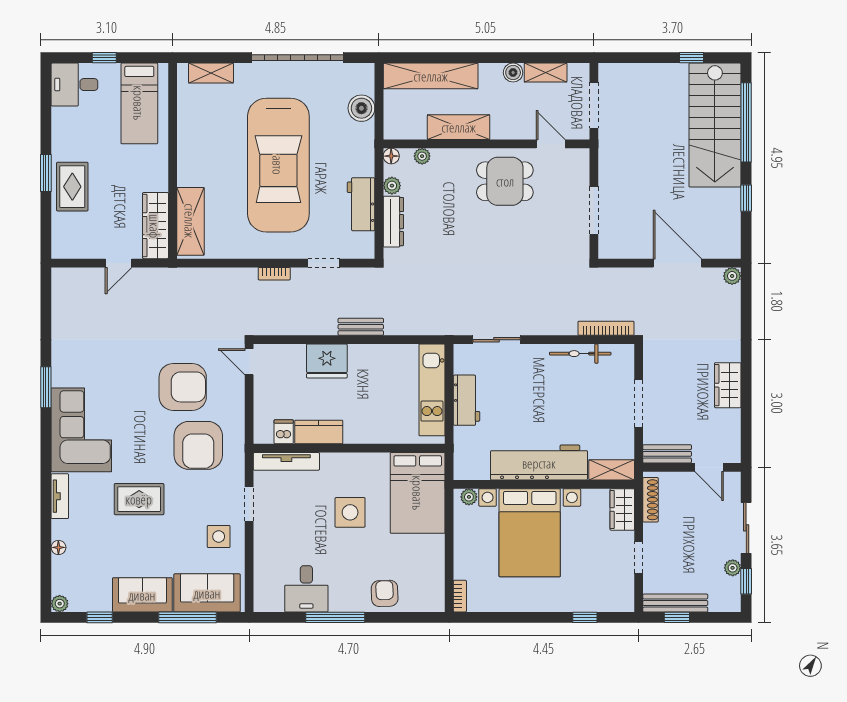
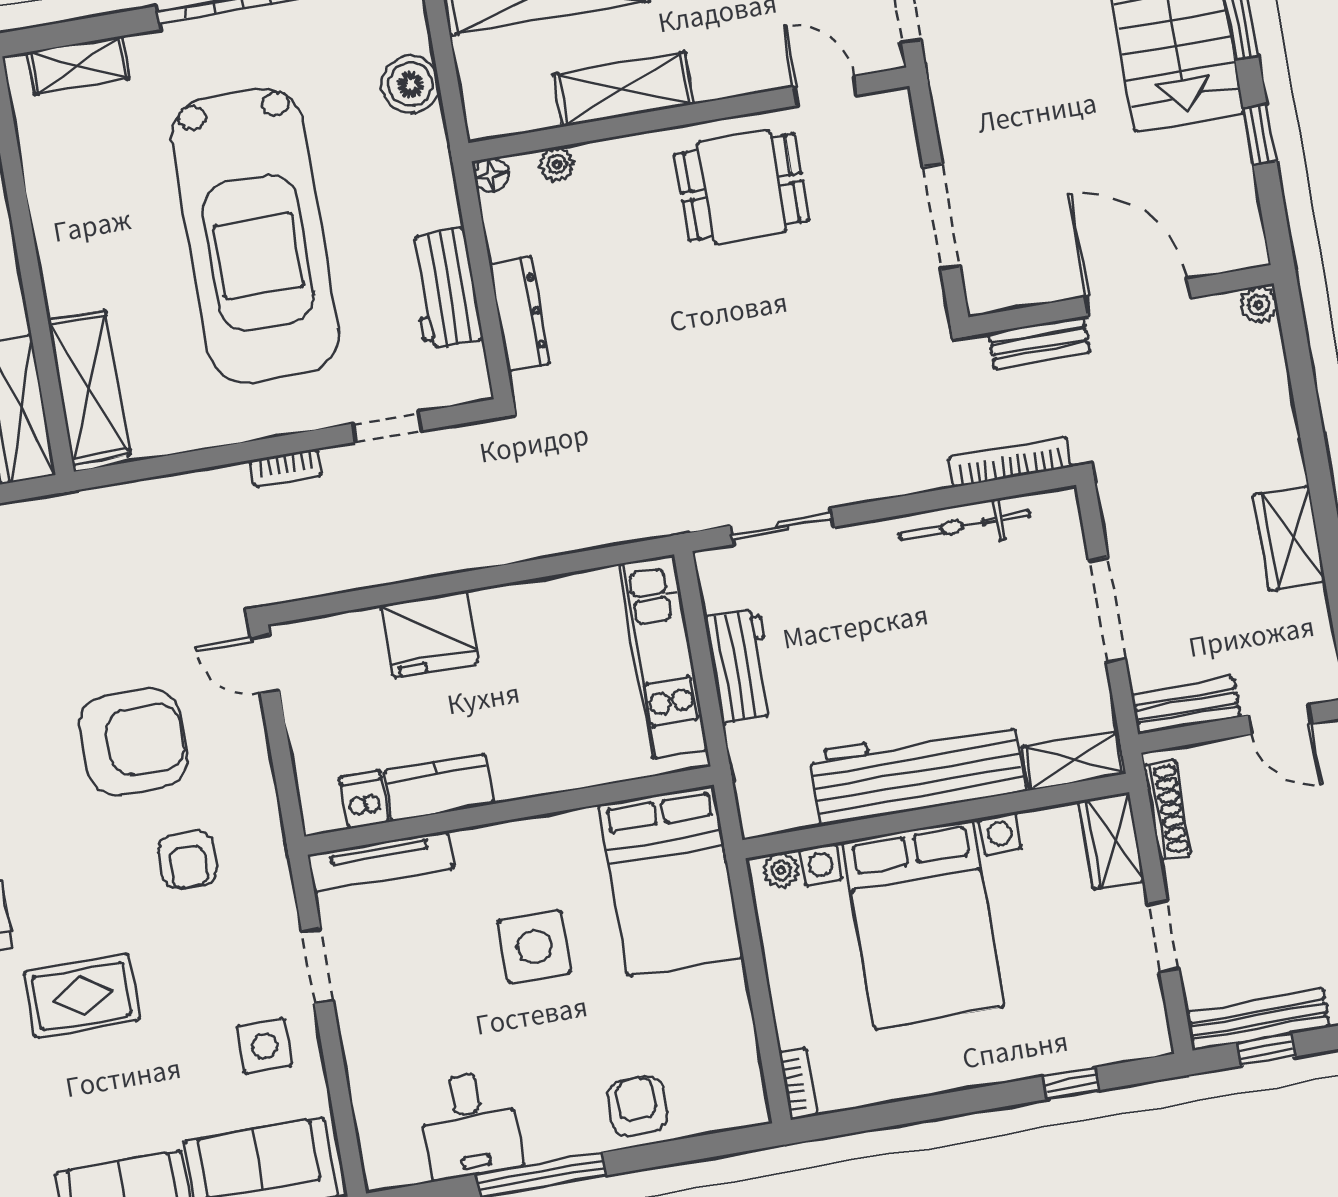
plant: (392, 186) -> (504, 238), removed
bench: (361, 327) -> (1039, 343), moved
armchair: (198, 445) -> (188, 860), width x0.53, depth x0.53

